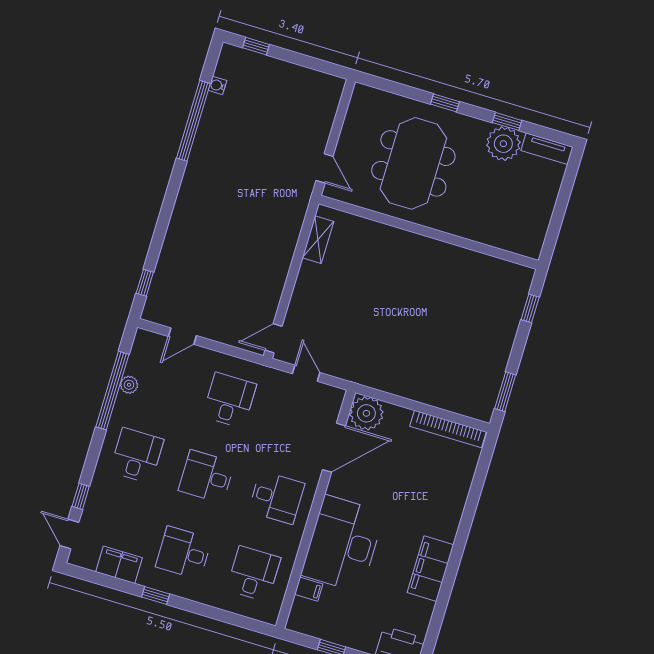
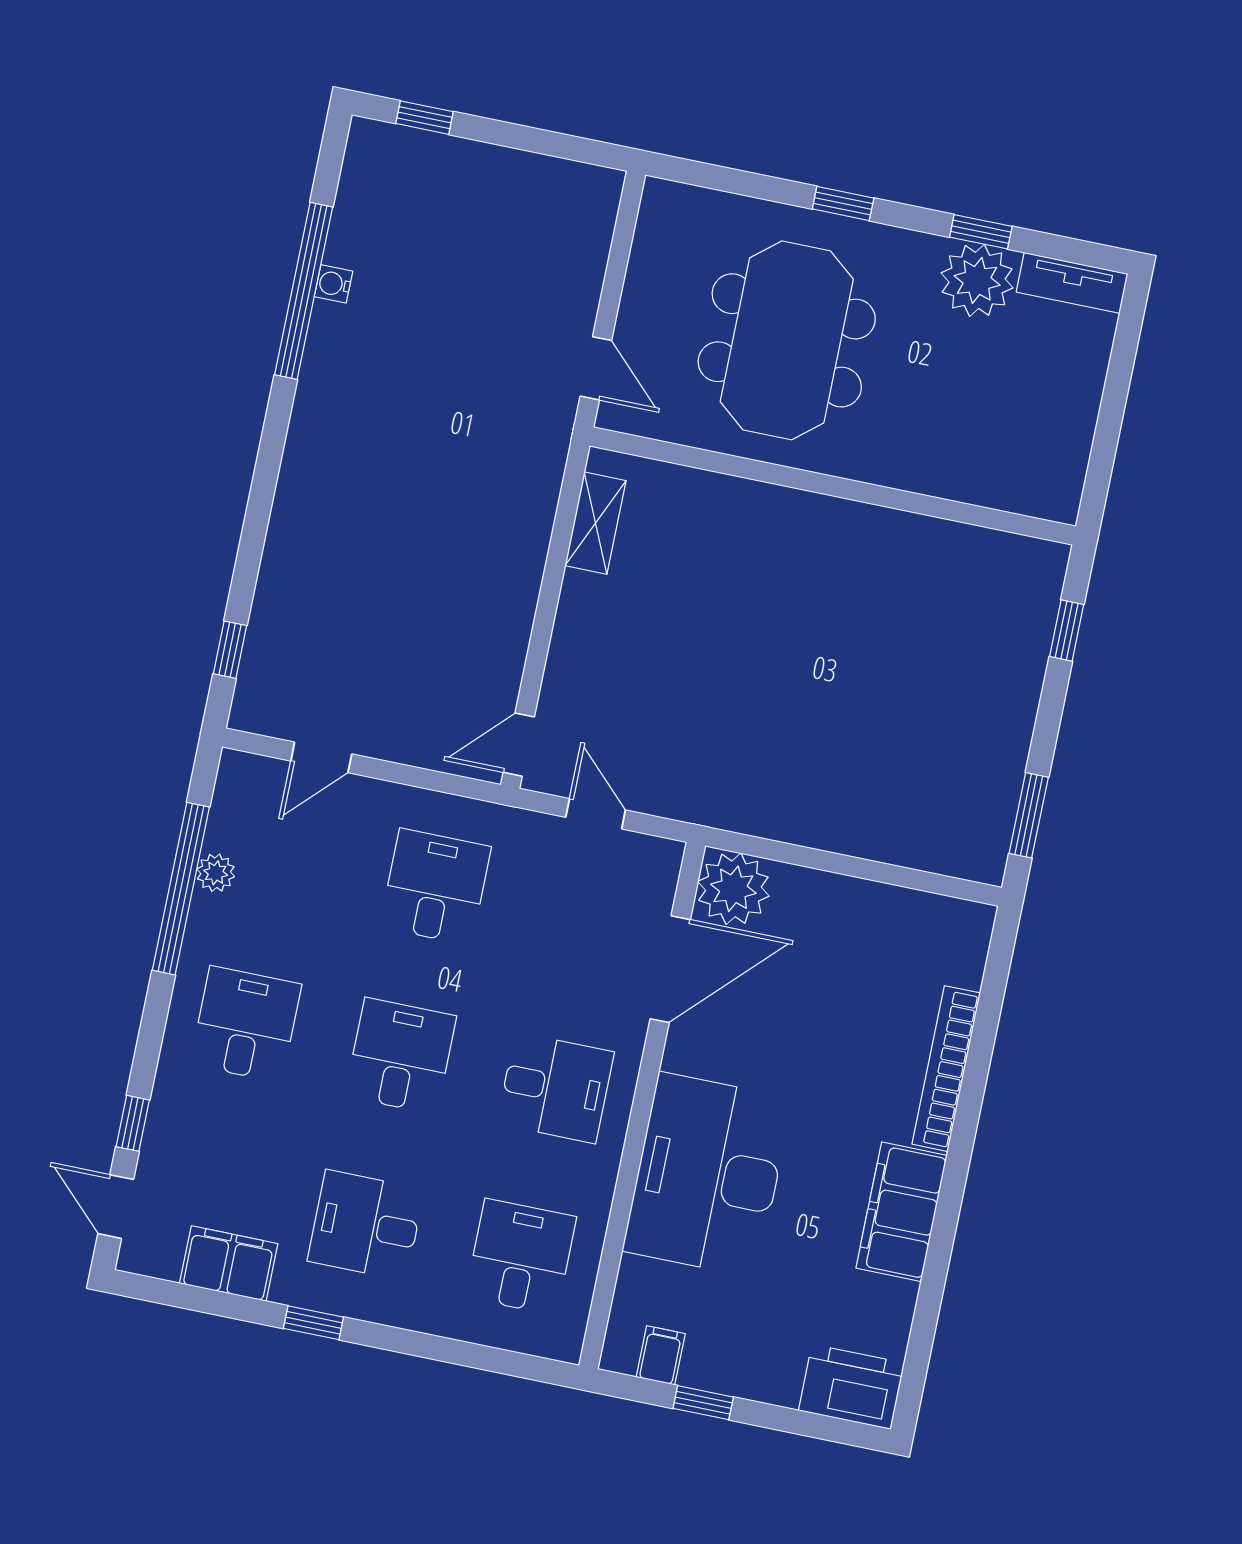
water cooler: (217, 85) -> (334, 284), moved
bookcase: (448, 429) -> (946, 1069), moved, turned 90
desk: (207, 477) -> (401, 1056), turned 90
filing cabinet: (309, 589) -> (661, 1355), moved, turned -90

